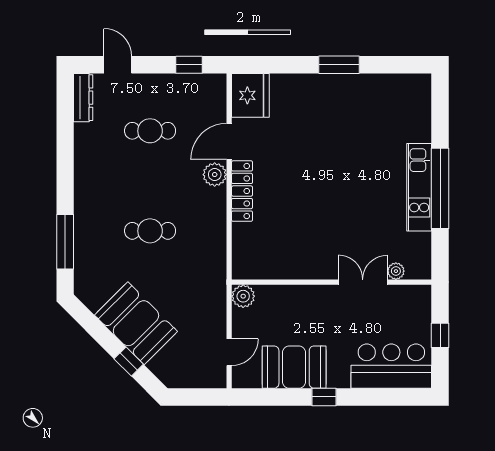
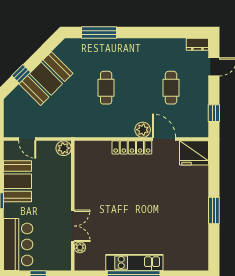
dresser: (83, 98) -> (197, 44), width x0.70

